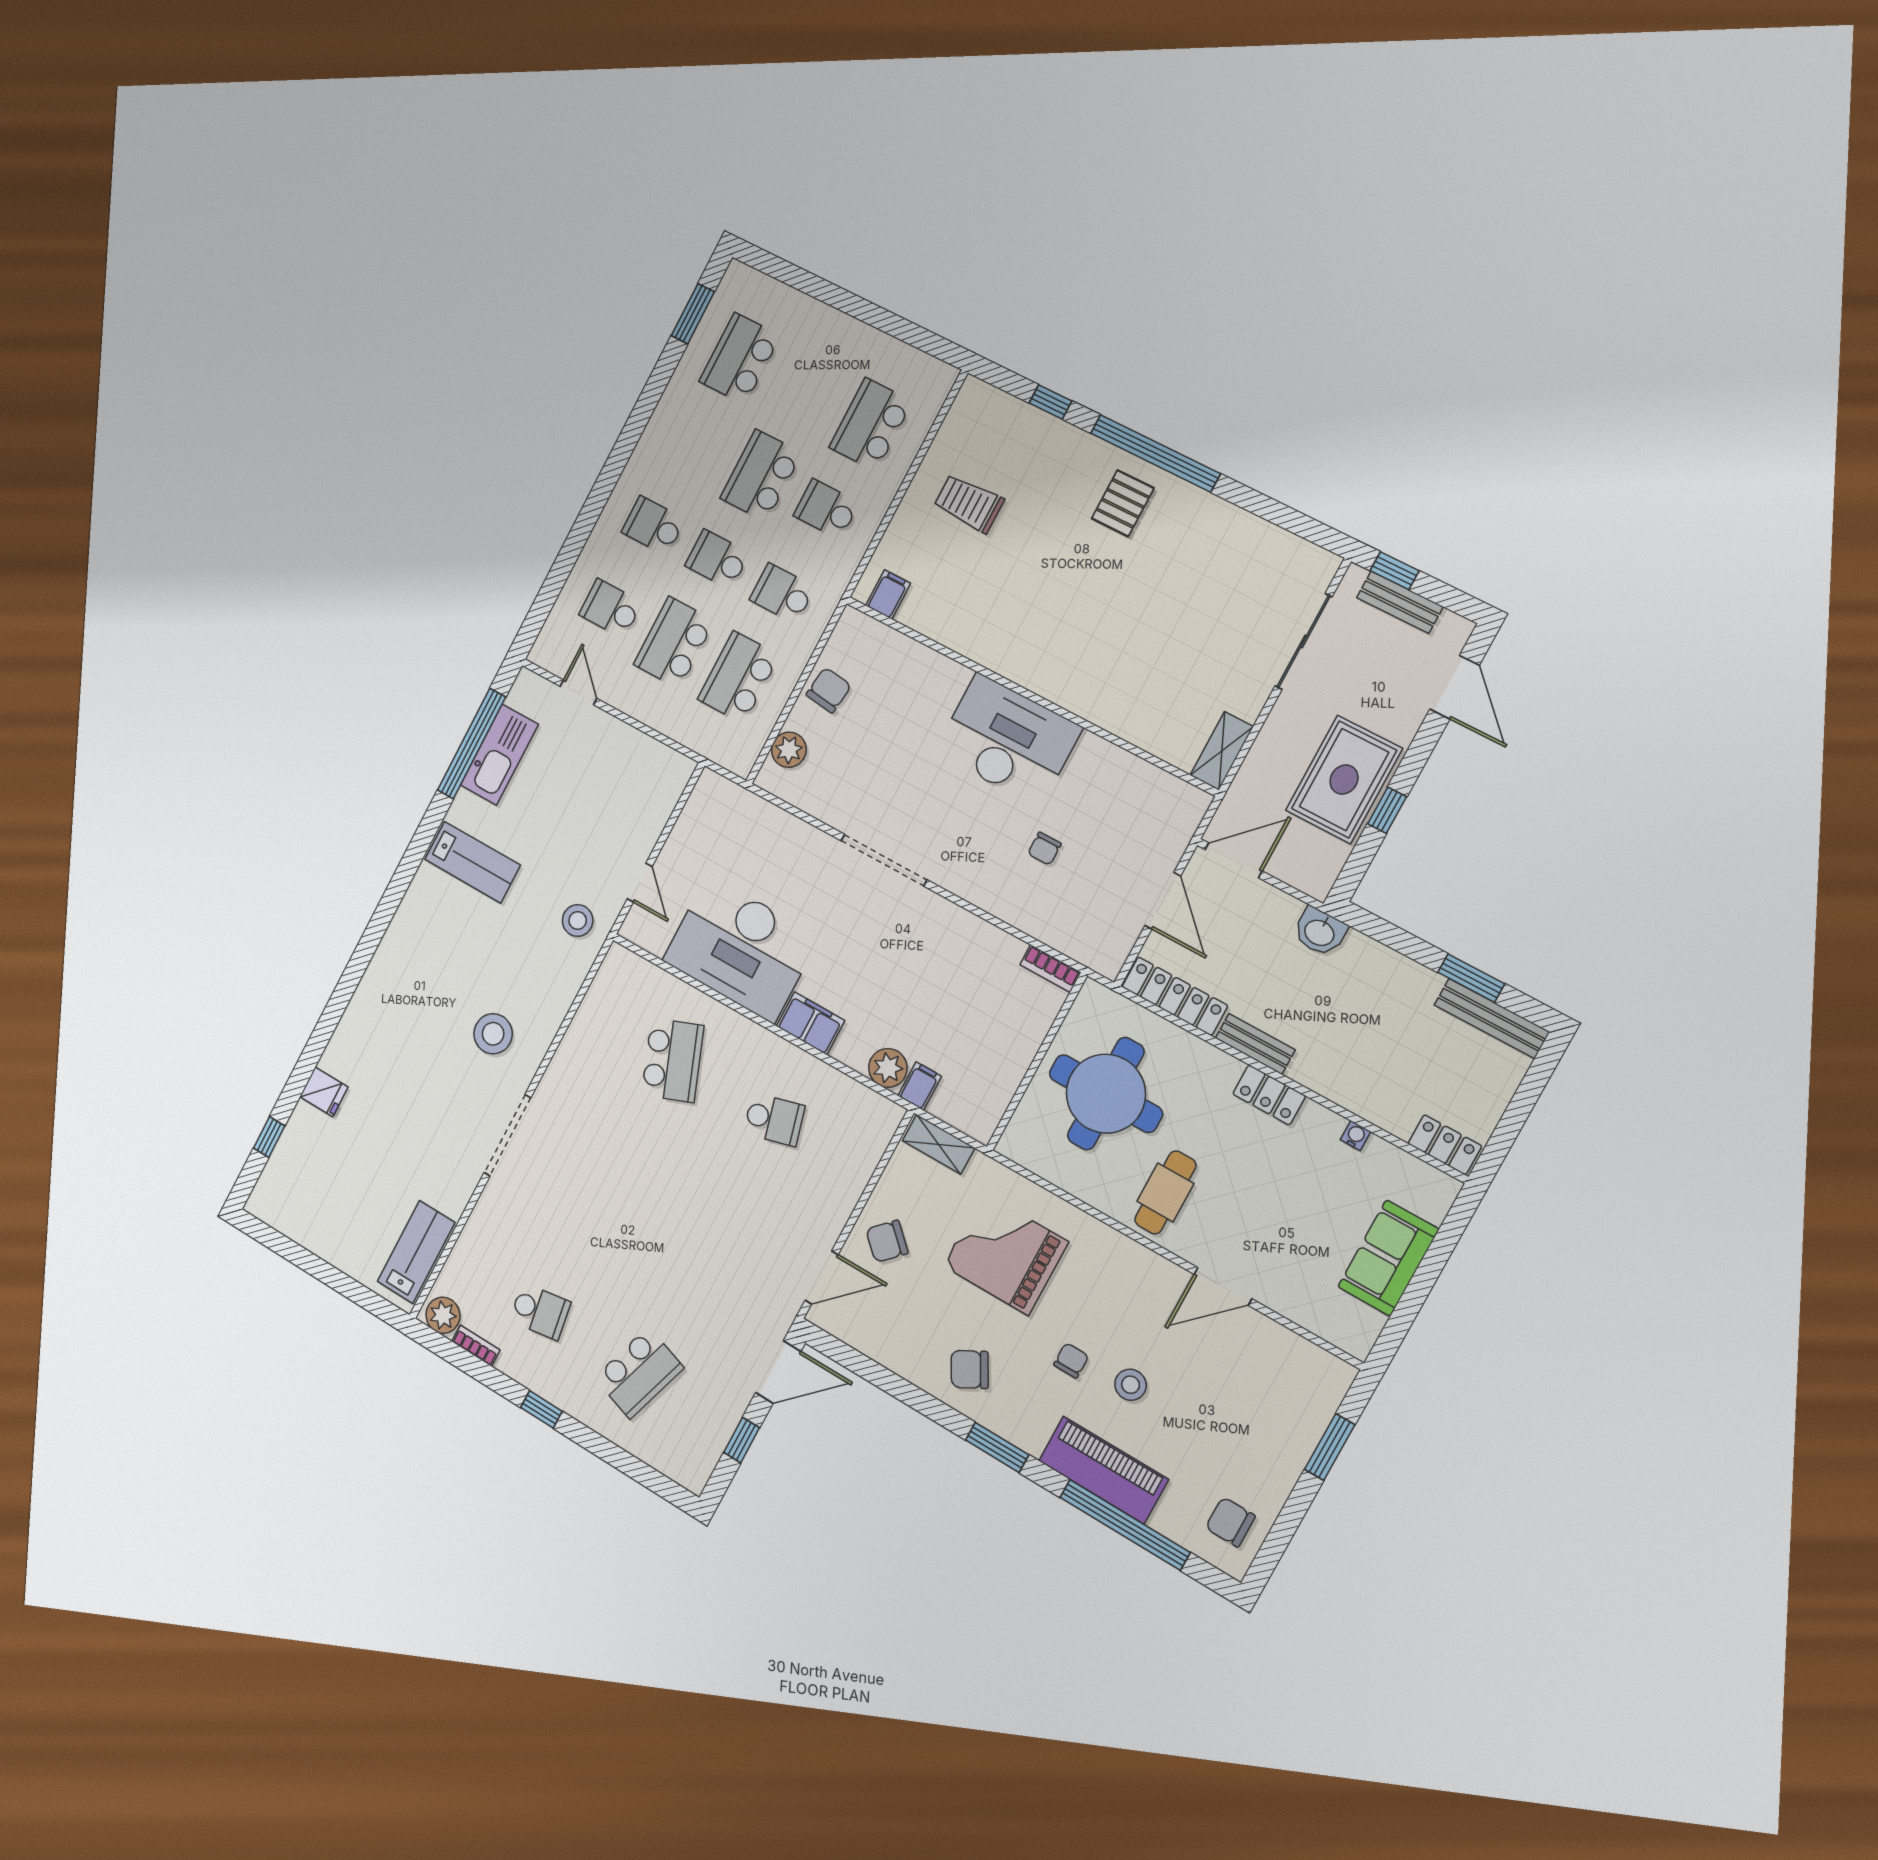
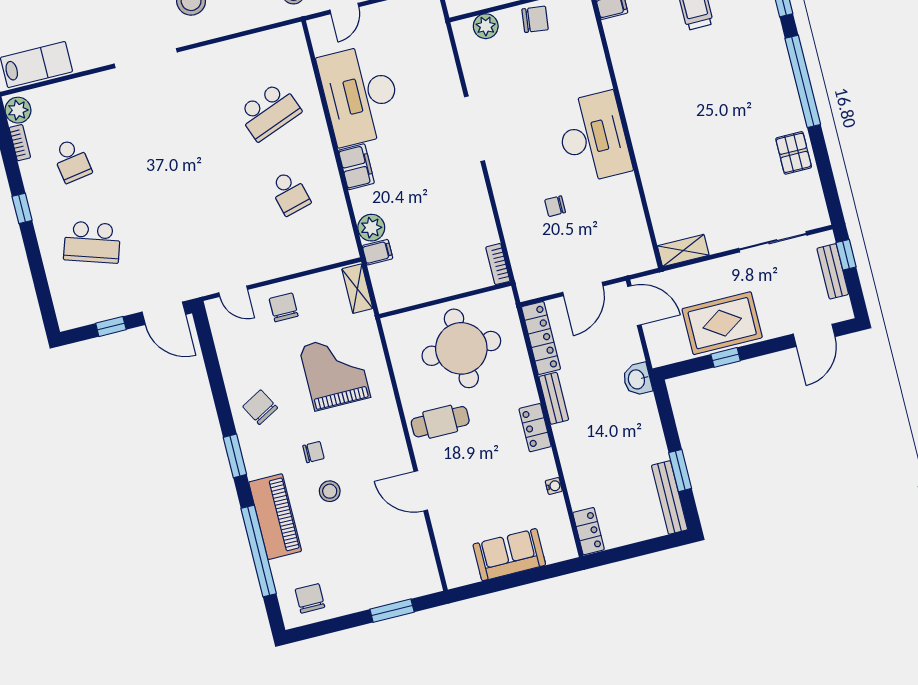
pallet: (1123, 503) -> (794, 153), moved, turned 90
chair: (887, 1241) -> (284, 307), turned 46
door: (822, 1277) -> (233, 291), width x0.73

